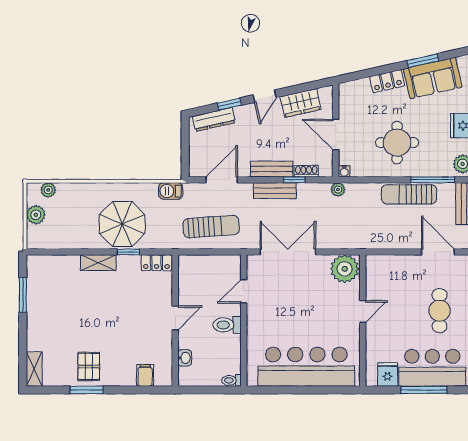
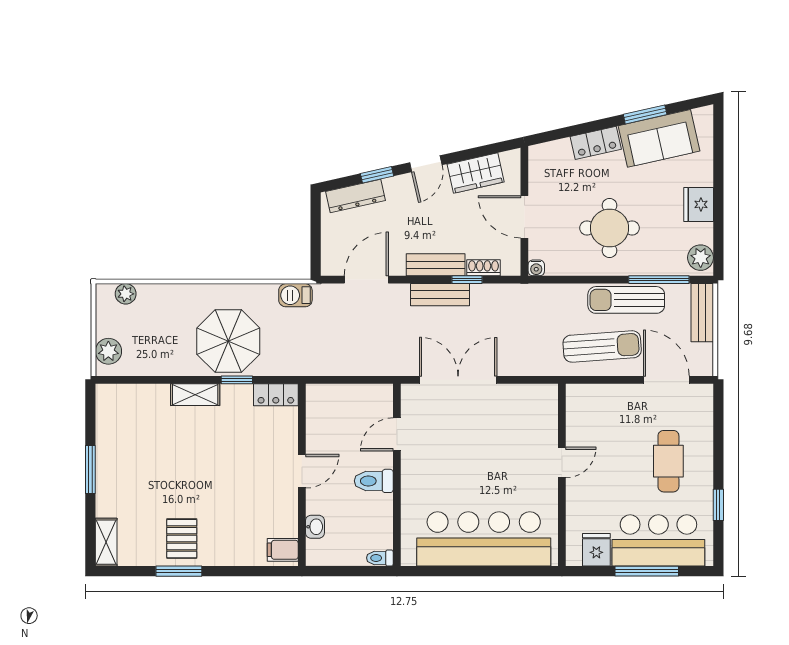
plant: (338, 190) -> (528, 293), removed
plant: (36, 215) -> (108, 351), moved
sun lounger: (211, 227) -> (602, 346), moved
plant: (345, 269) -> (537, 403), removed
window: (23, 295) -> (90, 470), moved
filing cabinet: (145, 375) -> (283, 550), moved, turned -90

